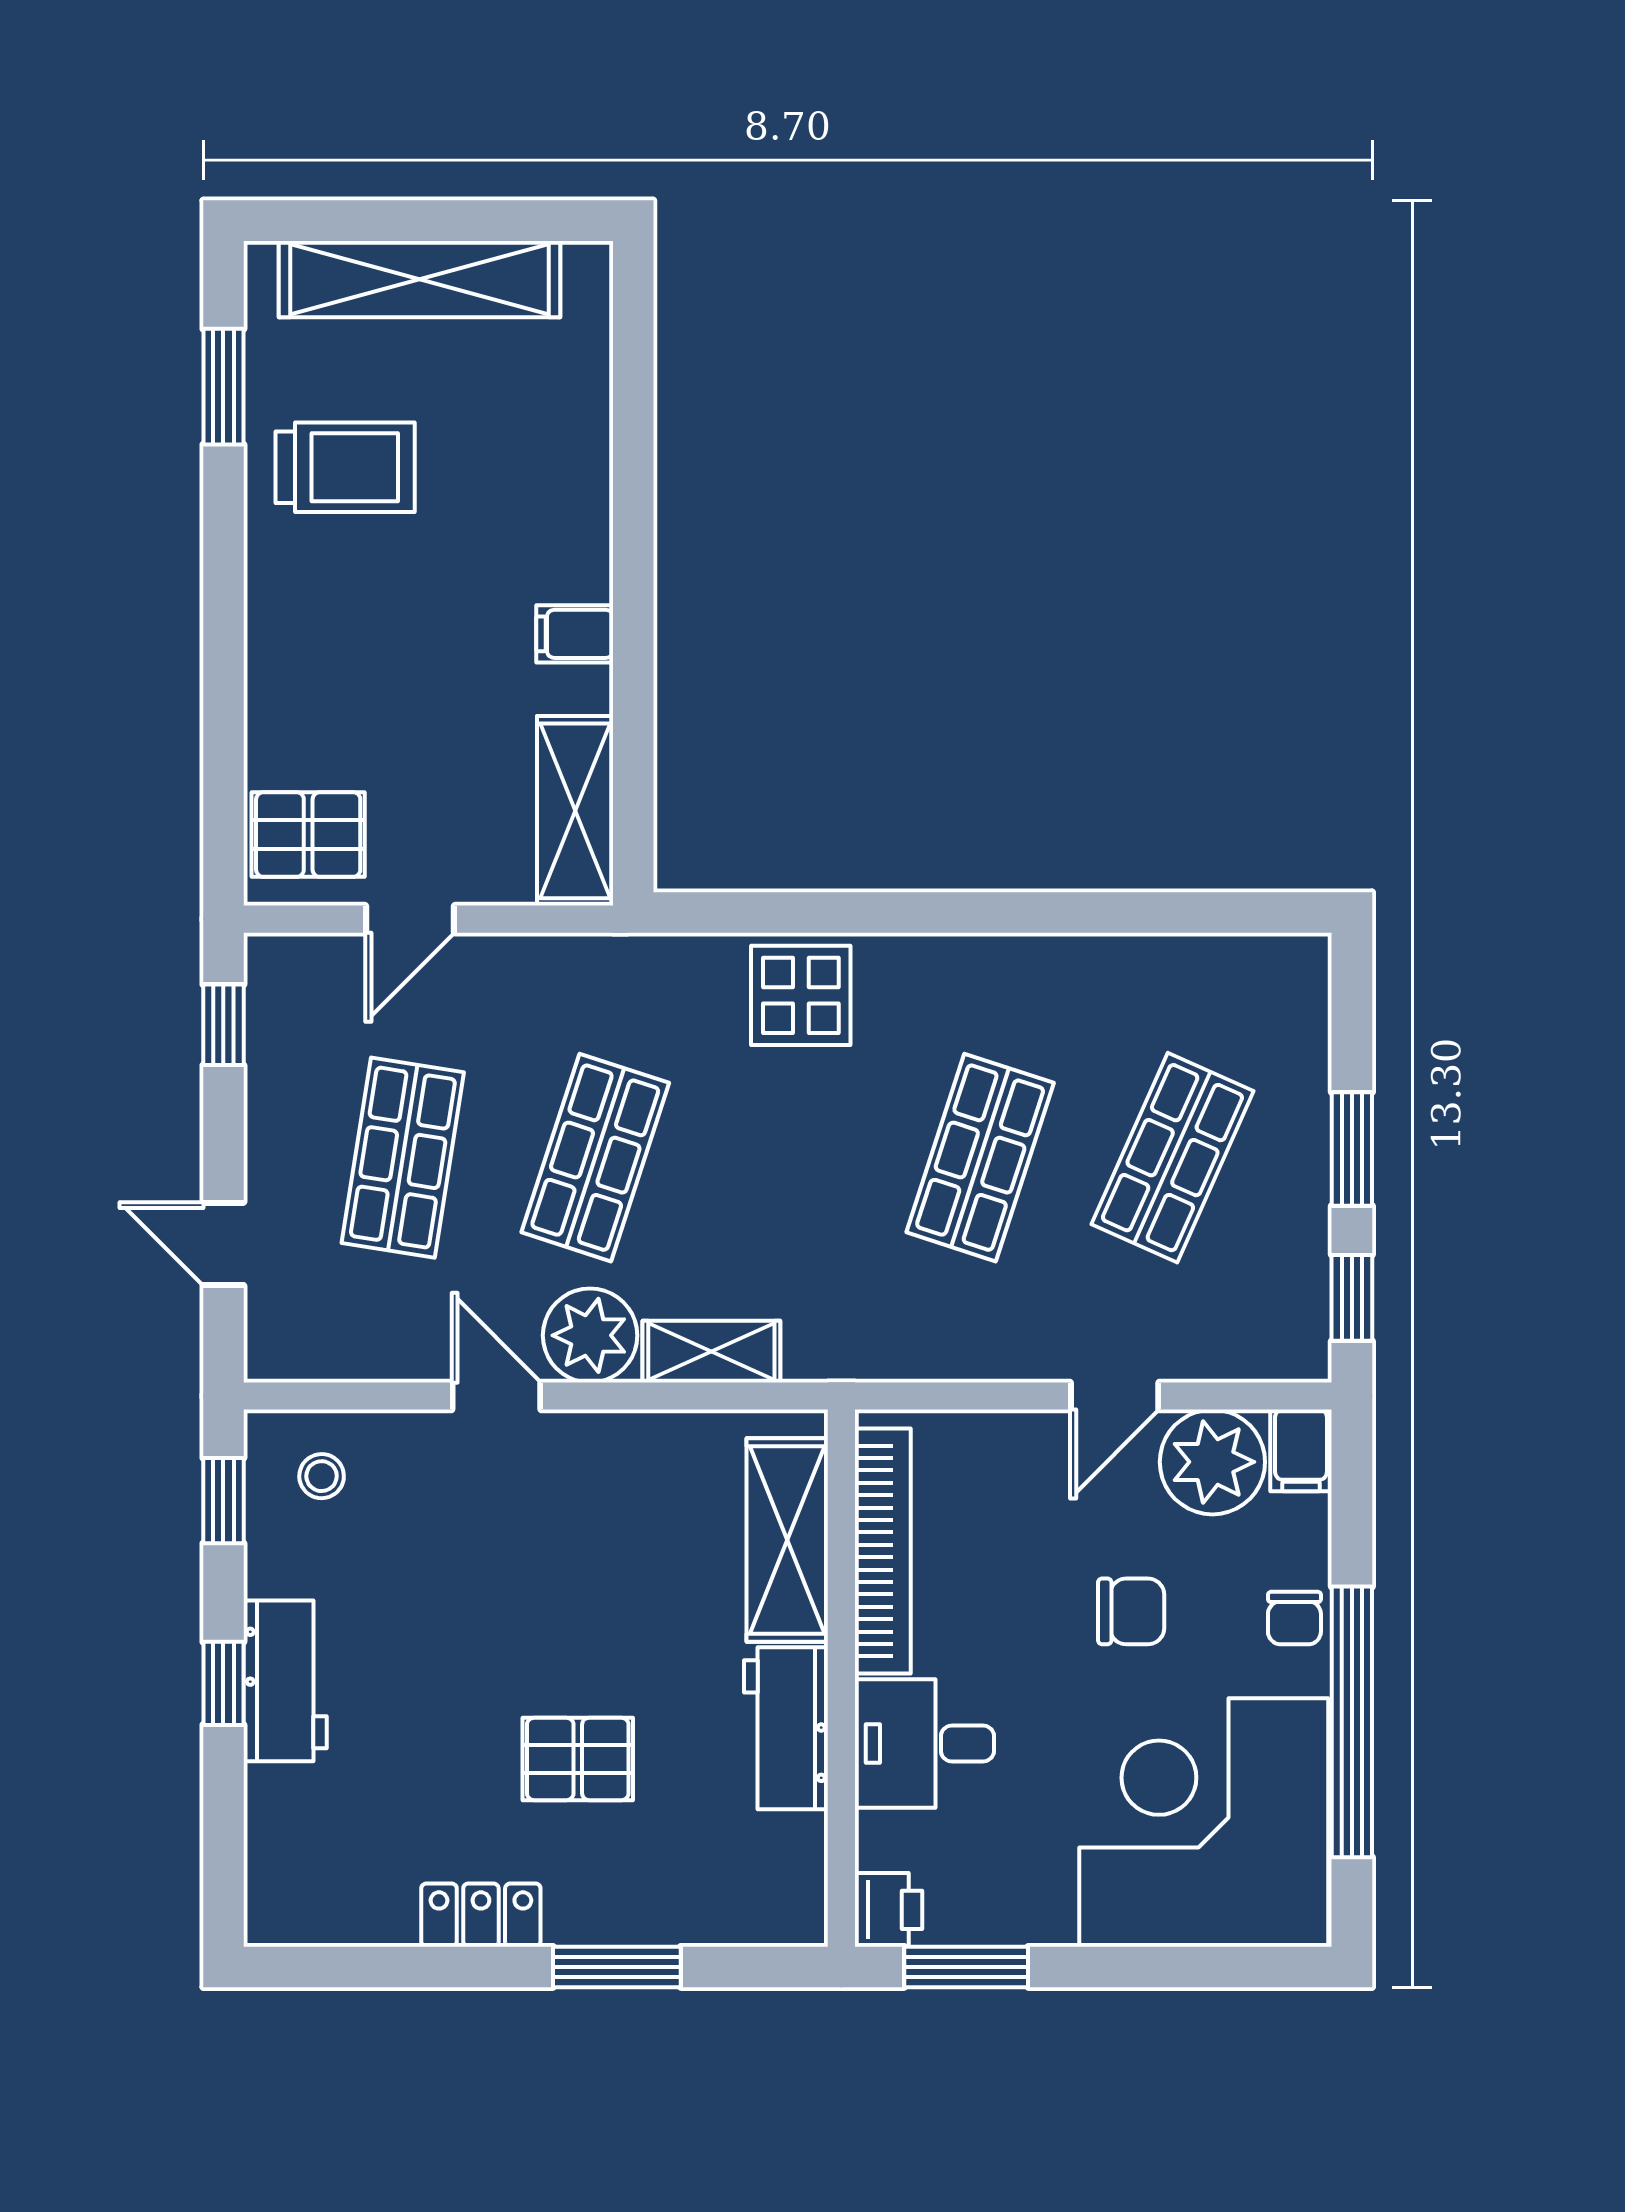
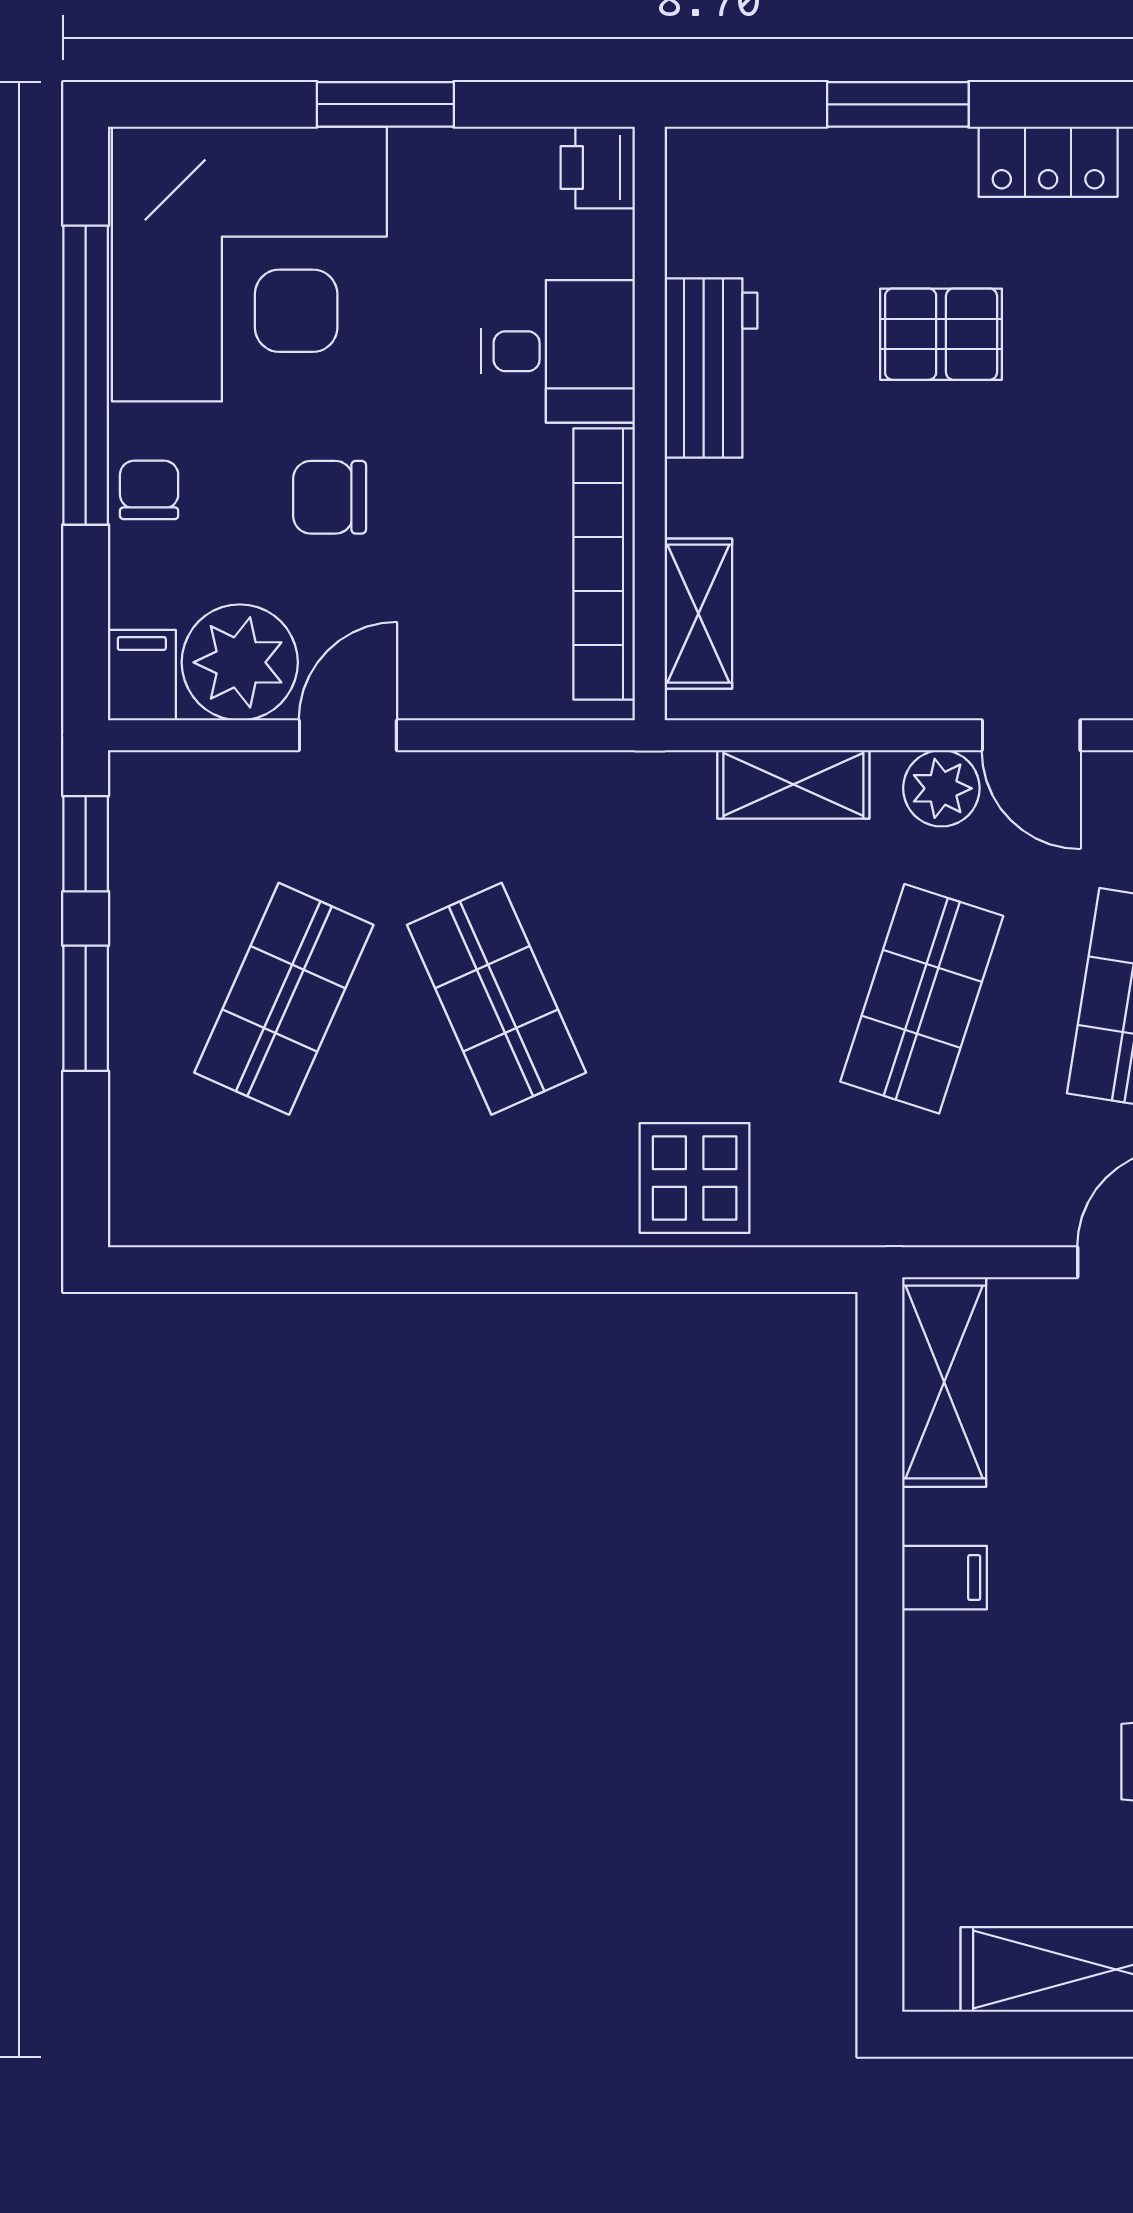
shop shelf: (980, 1158) -> (496, 999), turned -42
plant: (590, 1335) -> (941, 788), width x0.73, depth x0.73
shelving: (787, 1540) -> (698, 614), width x0.67, depth x0.75
window: (966, 1967) -> (385, 104), moved

